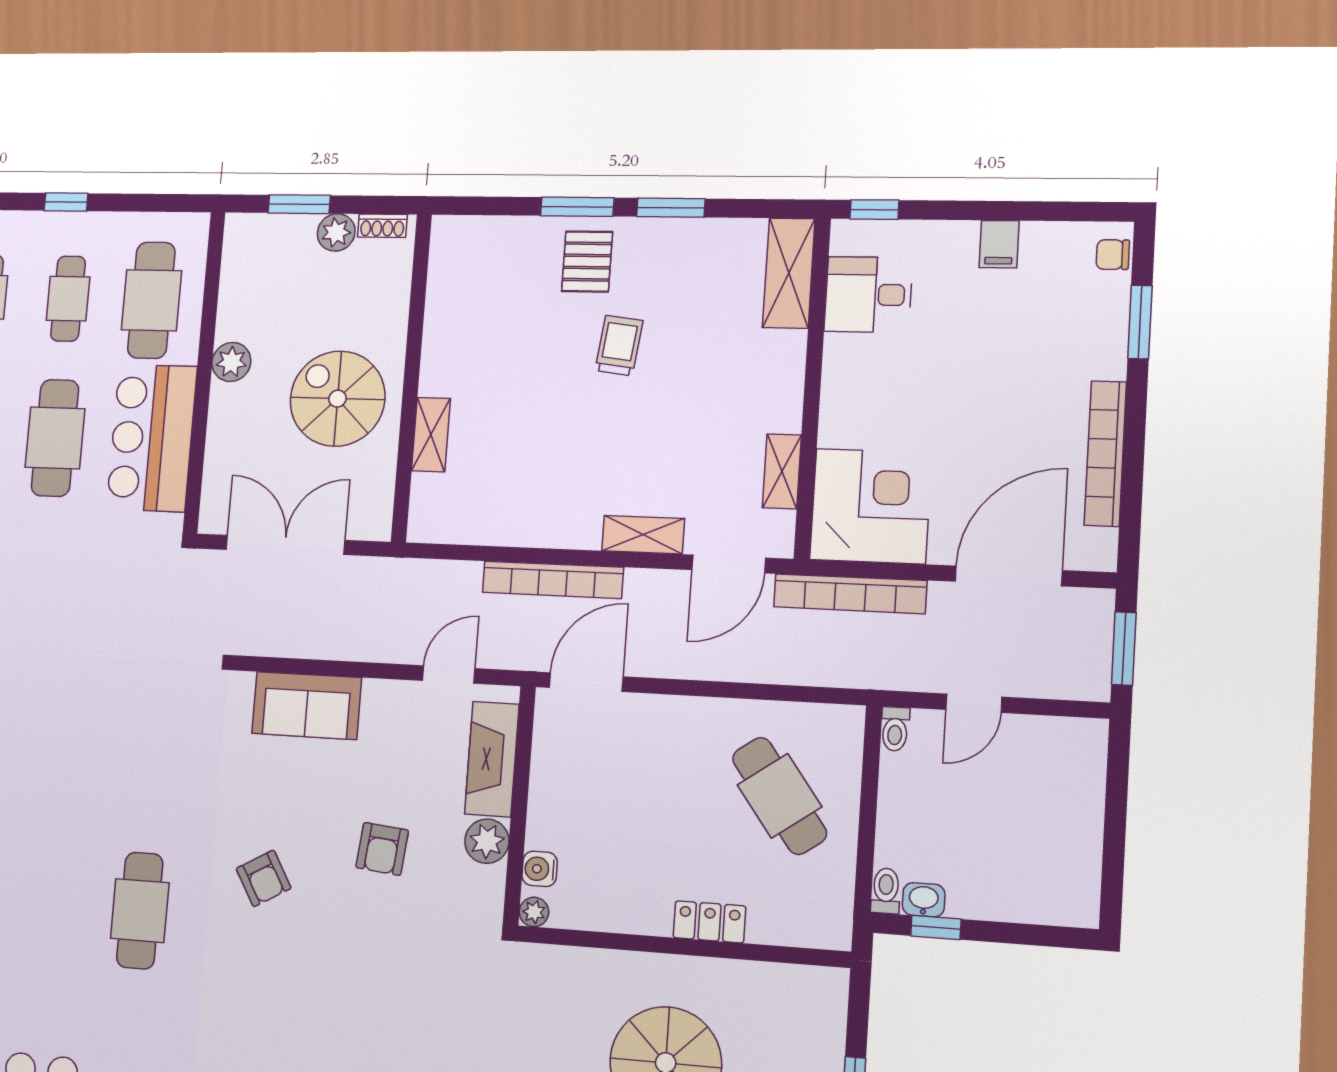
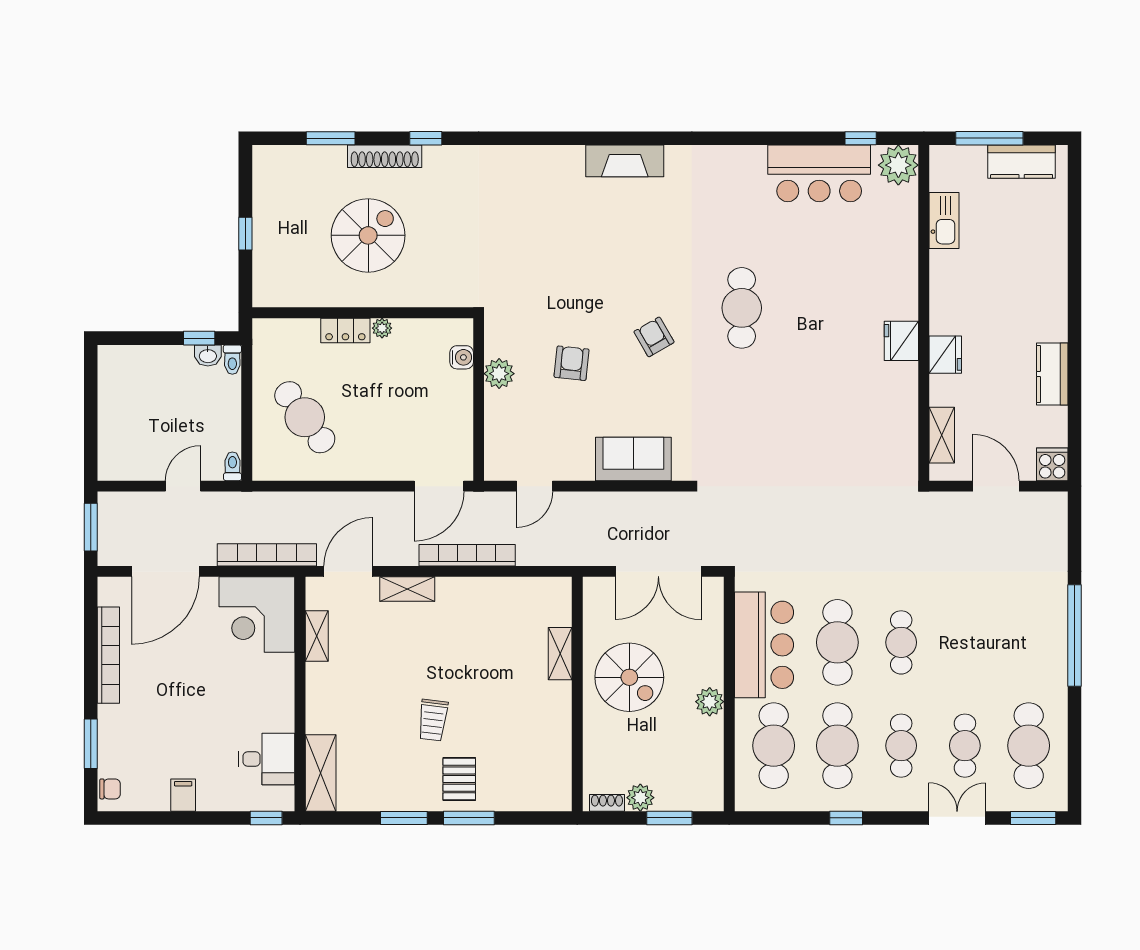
cafe table: (68, 299) -> (837, 746), width x1.37, depth x1.35
fireplace: (492, 759) -> (500, 430), removed
plant: (534, 912) -> (382, 328), moved

